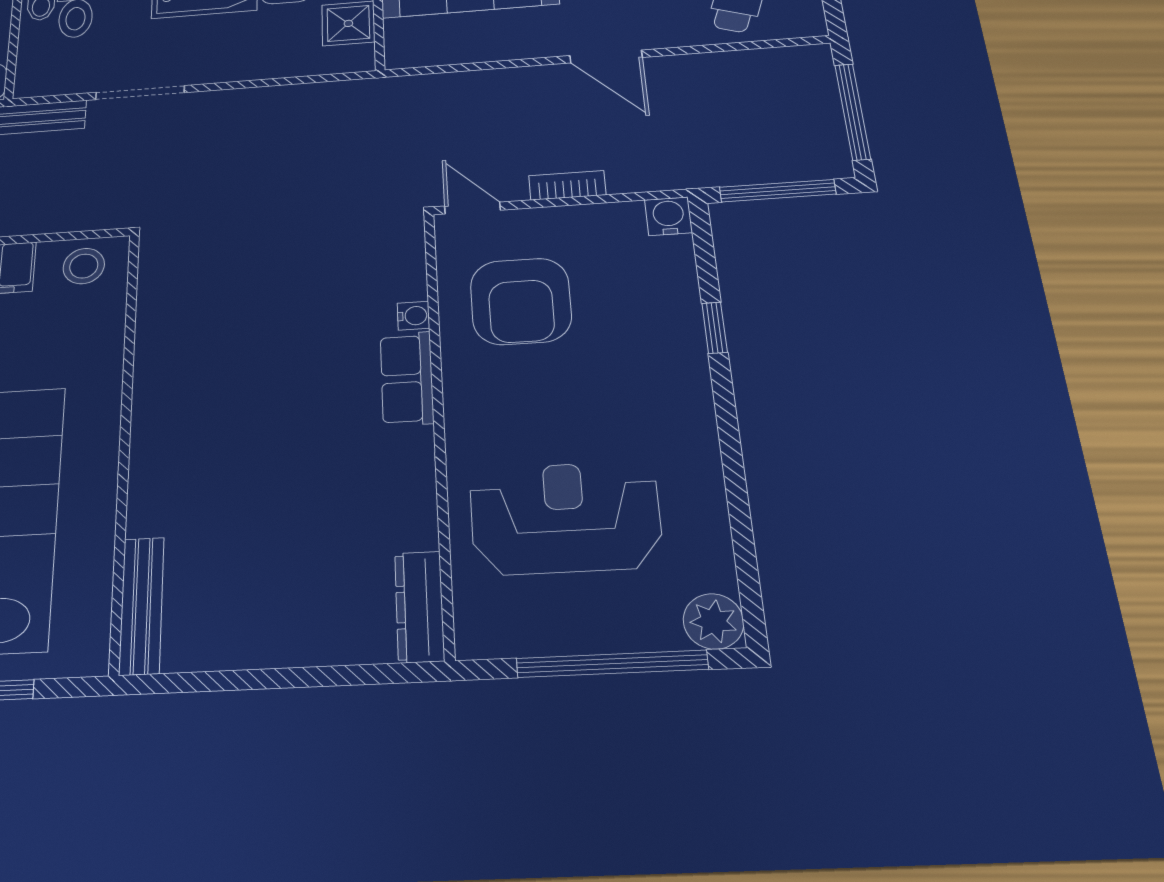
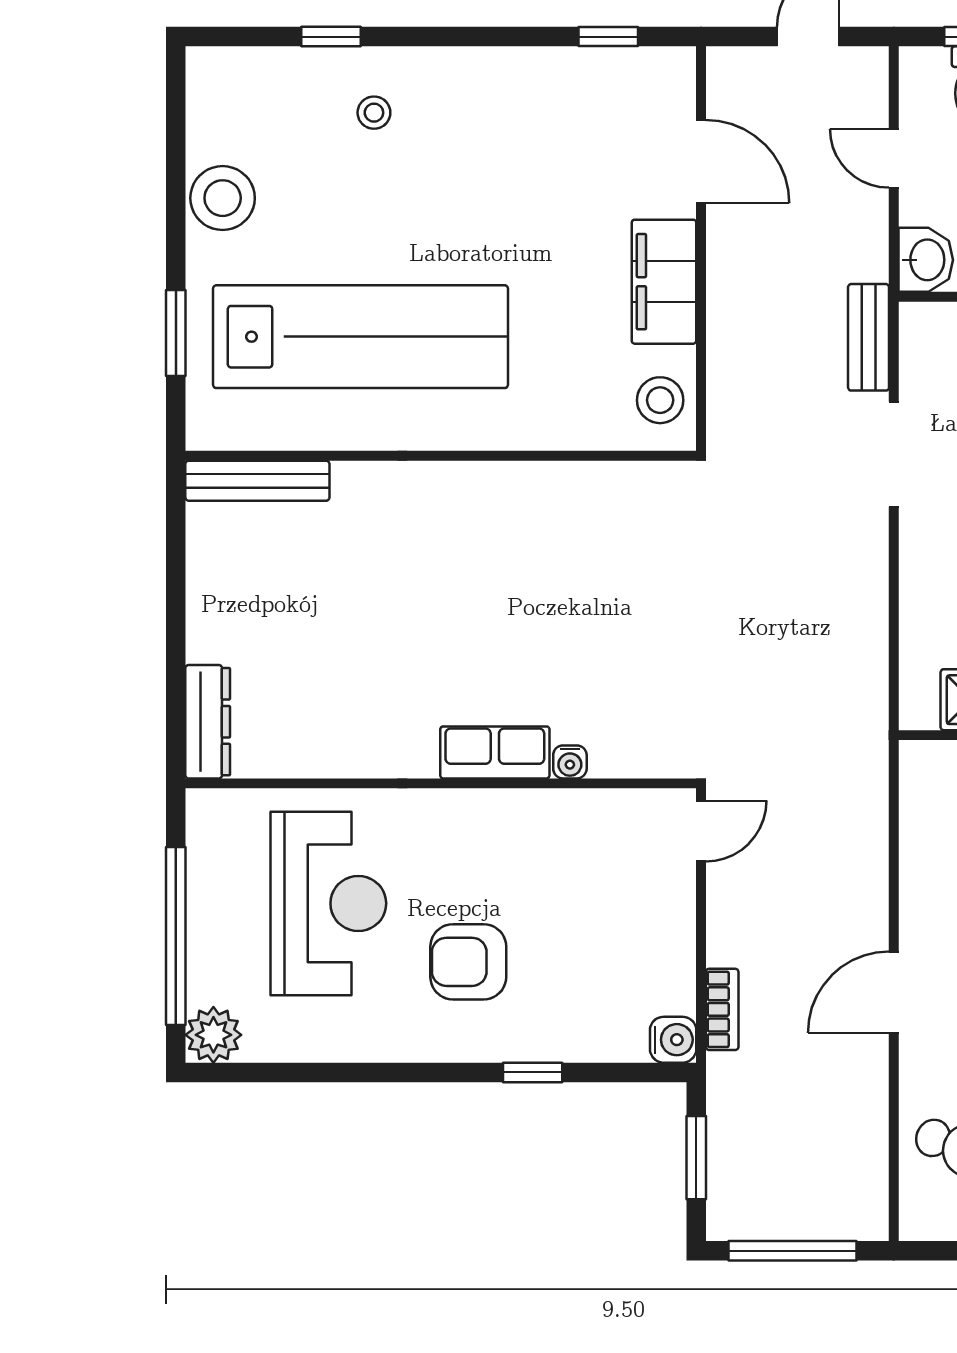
bookcase: (567, 185) -> (722, 1009), moved
window: (778, 191) -> (696, 1158), width x0.69
armchair: (521, 301) -> (468, 962), moved, width x0.73, depth x0.73
dresser: (419, 607) -> (208, 722), moved, turned 90

